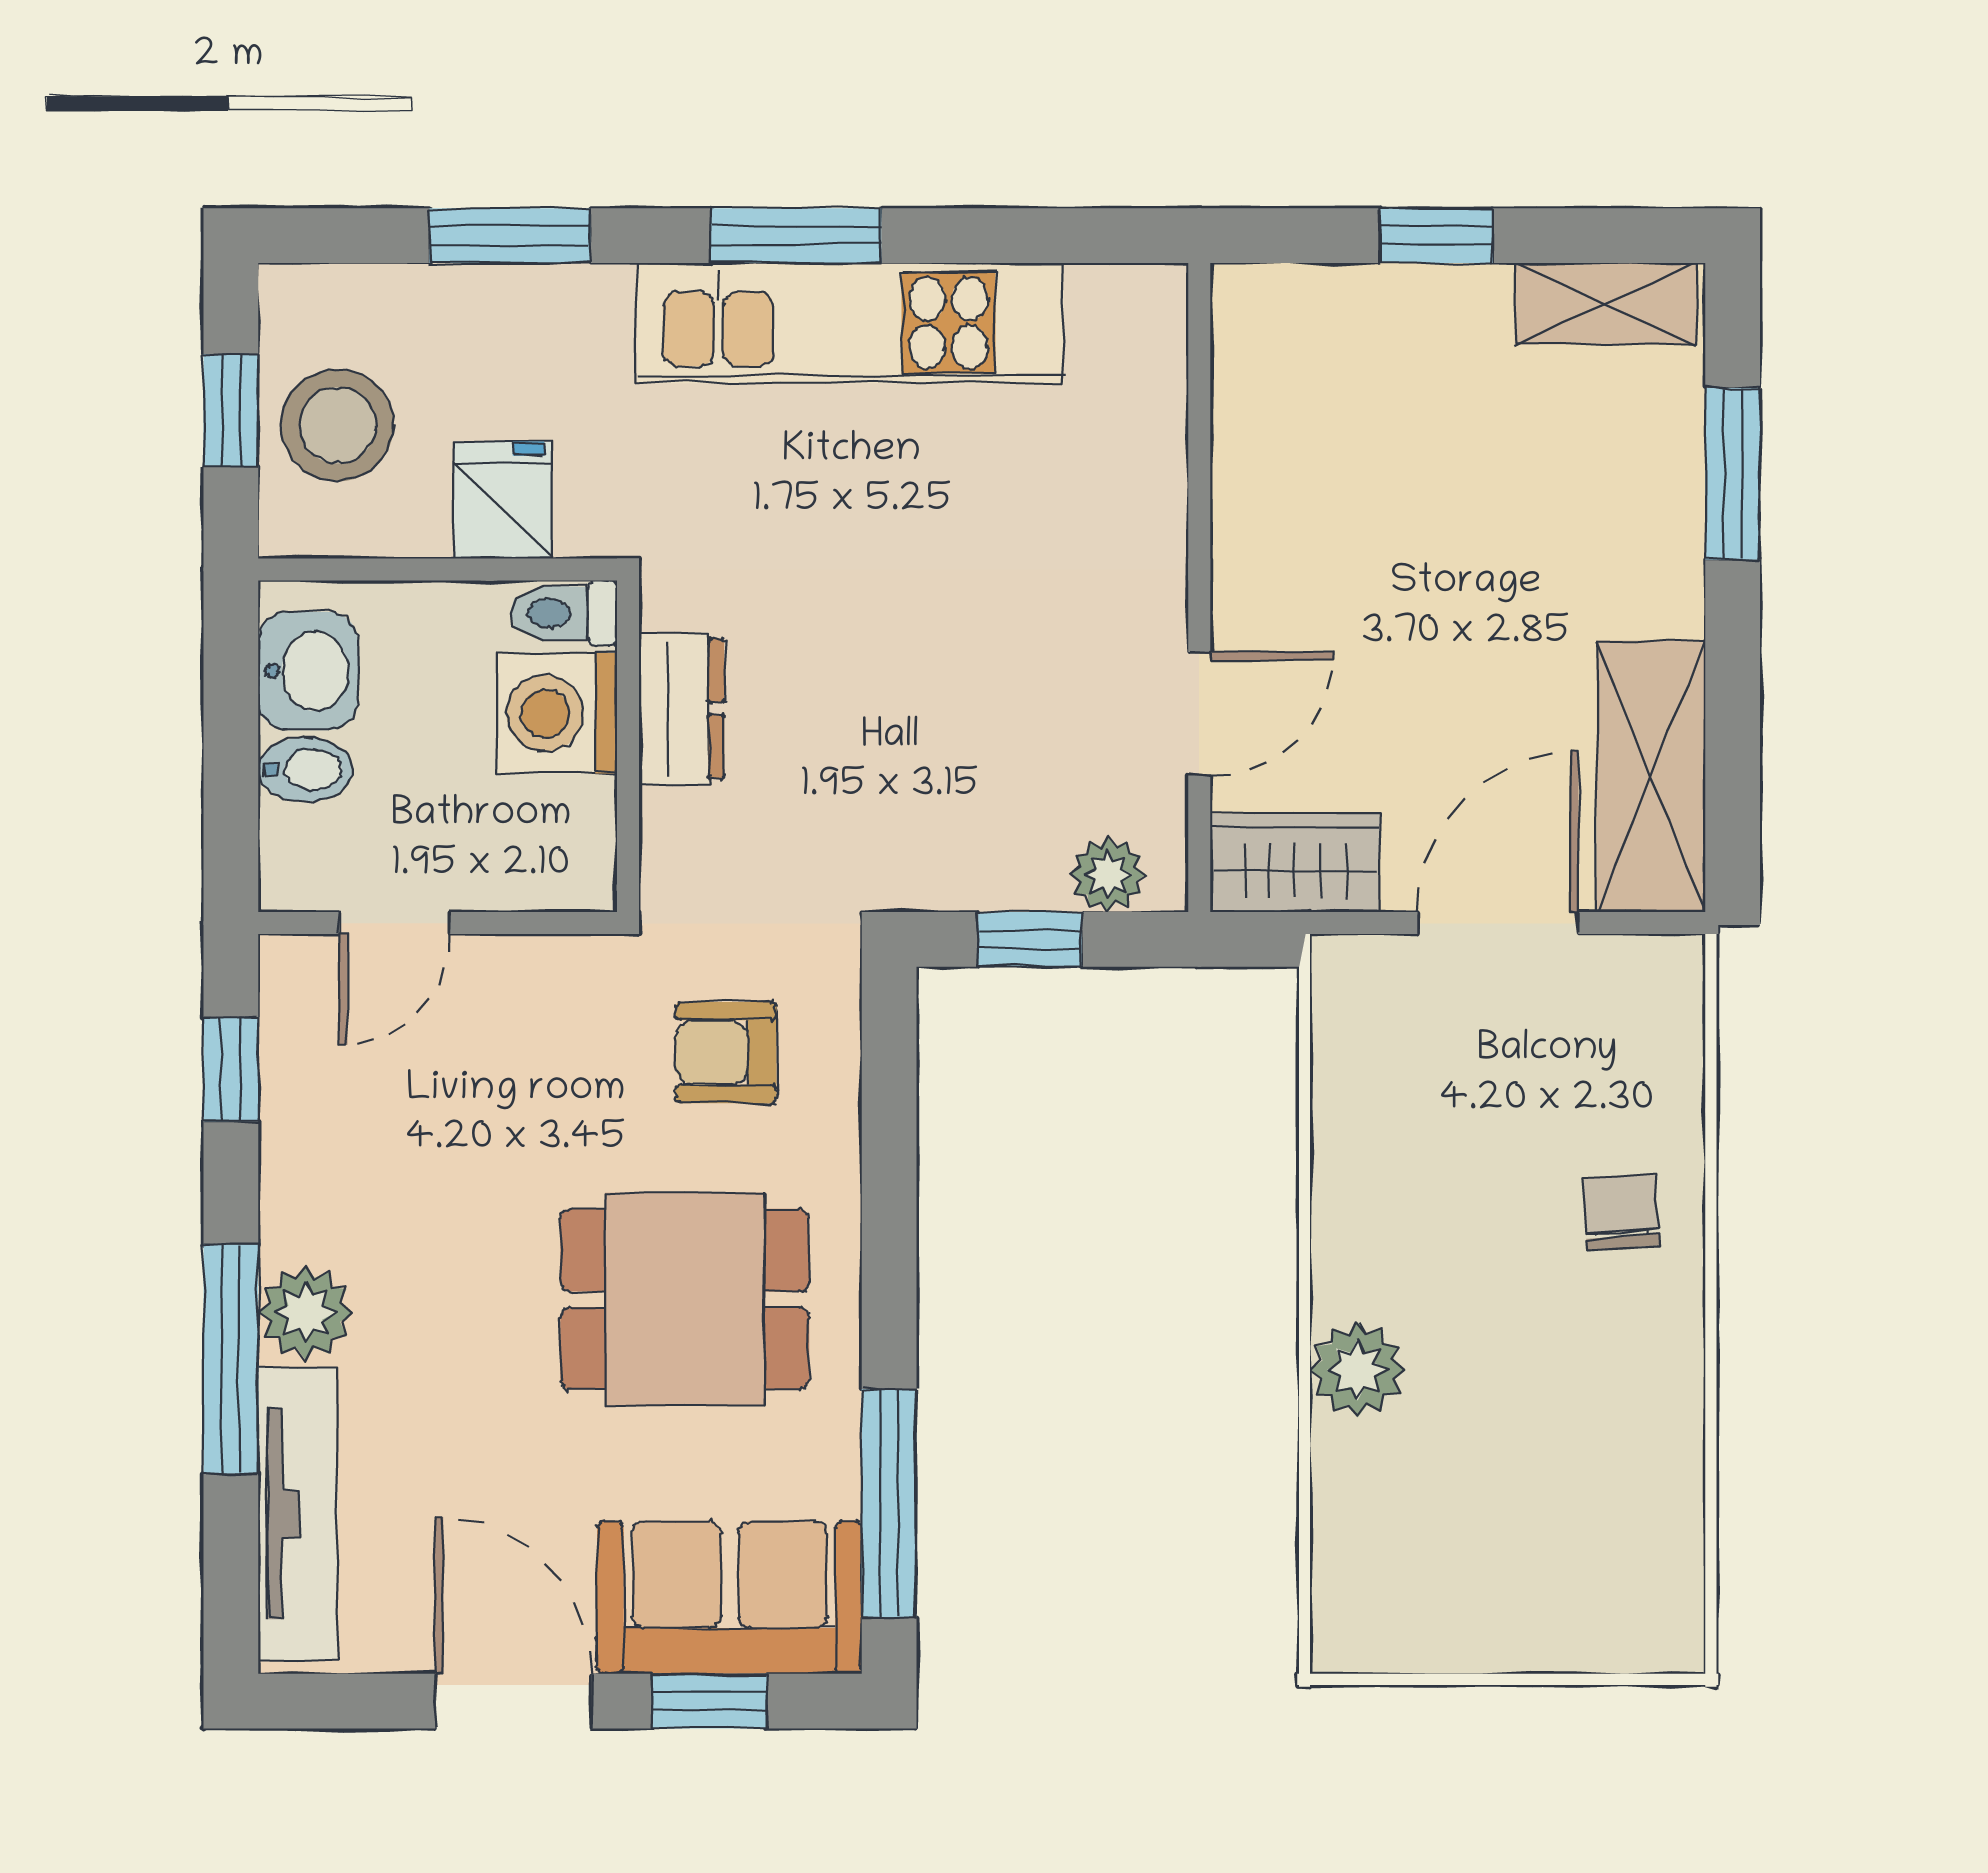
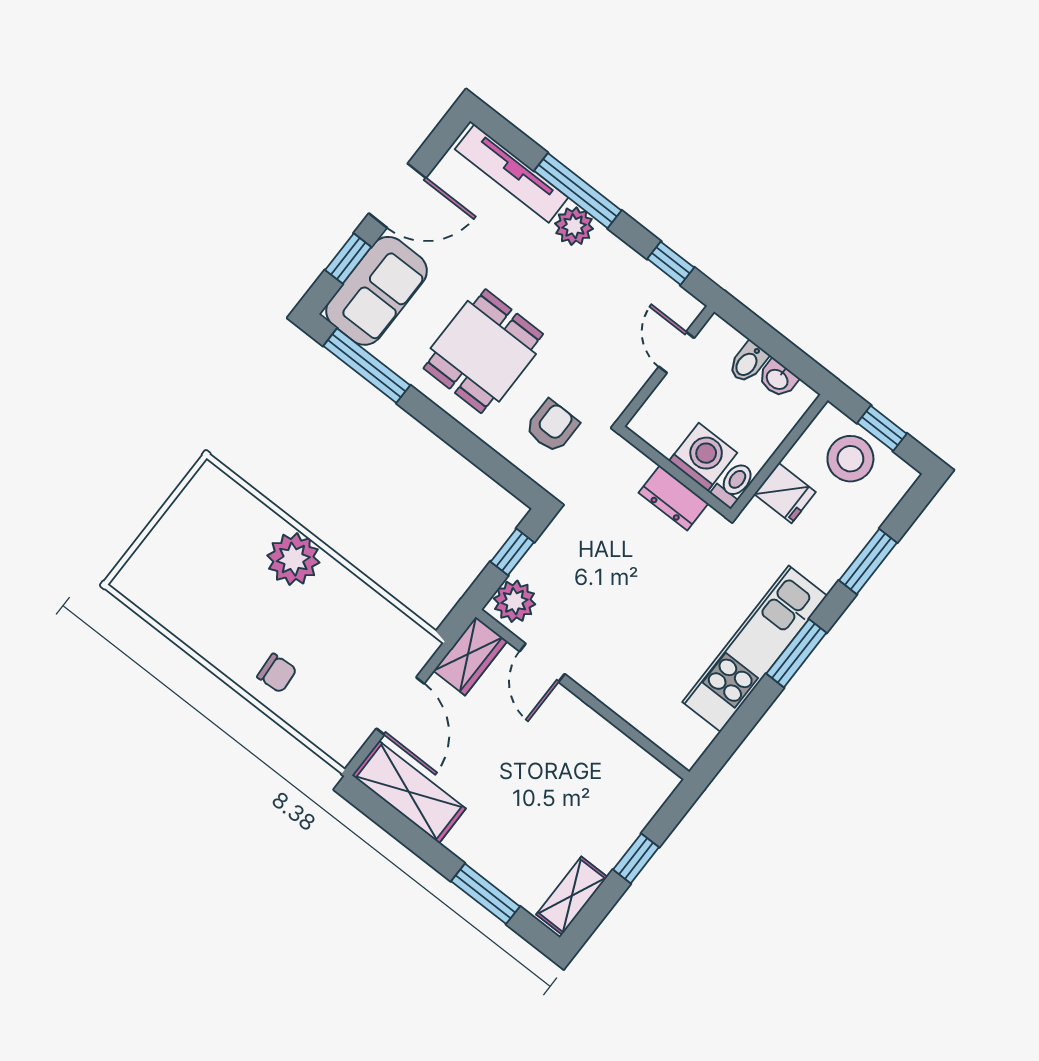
washbasin: (308, 671) -> (778, 379), width x0.72, depth x0.69
plant: (1108, 874) -> (514, 601), width x1.38, depth x1.38
plant: (1358, 1370) -> (293, 559), width x1.36, depth x1.36

